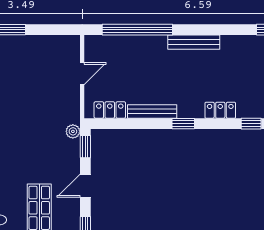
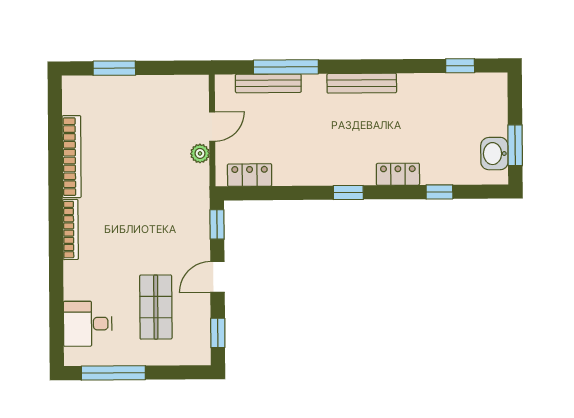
window: (137, 30) -> (286, 67), width x0.68
bench: (152, 111) -> (268, 83), moved
plant: (73, 131) -> (200, 153), moved

